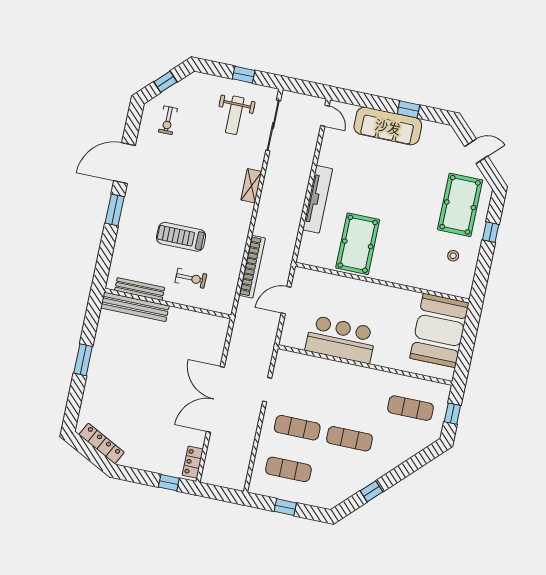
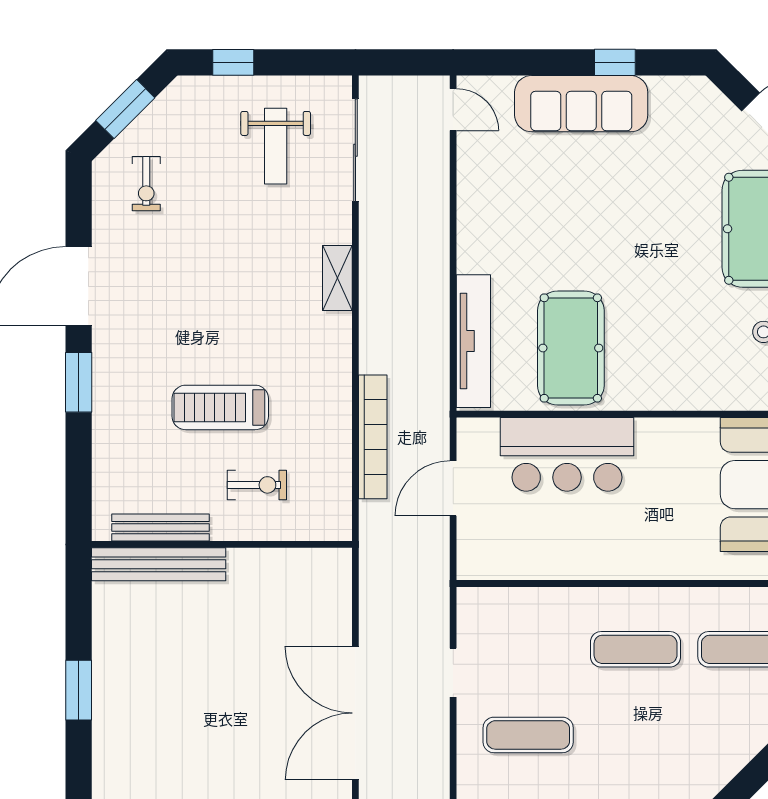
window: (244, 75) -> (233, 62), moved
window: (165, 82) -> (125, 109), width x1.50
tv unit: (318, 199) -> (473, 341), moved
bar counter: (341, 339) -> (567, 454), moved, turned 180
exercise mat: (349, 439) -> (636, 649), moved

